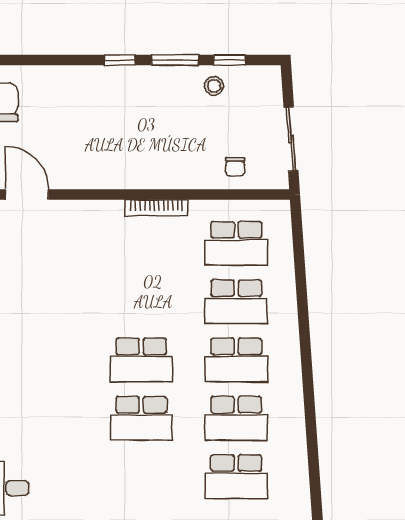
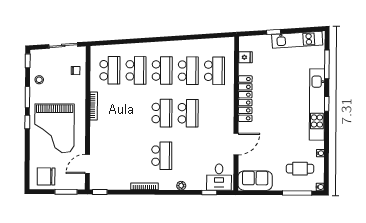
window: (230, 60) -> (28, 61), moved
grand piano: (106, 120) -> (54, 128), added
school desk: (46, 360) -> (162, 156), added

